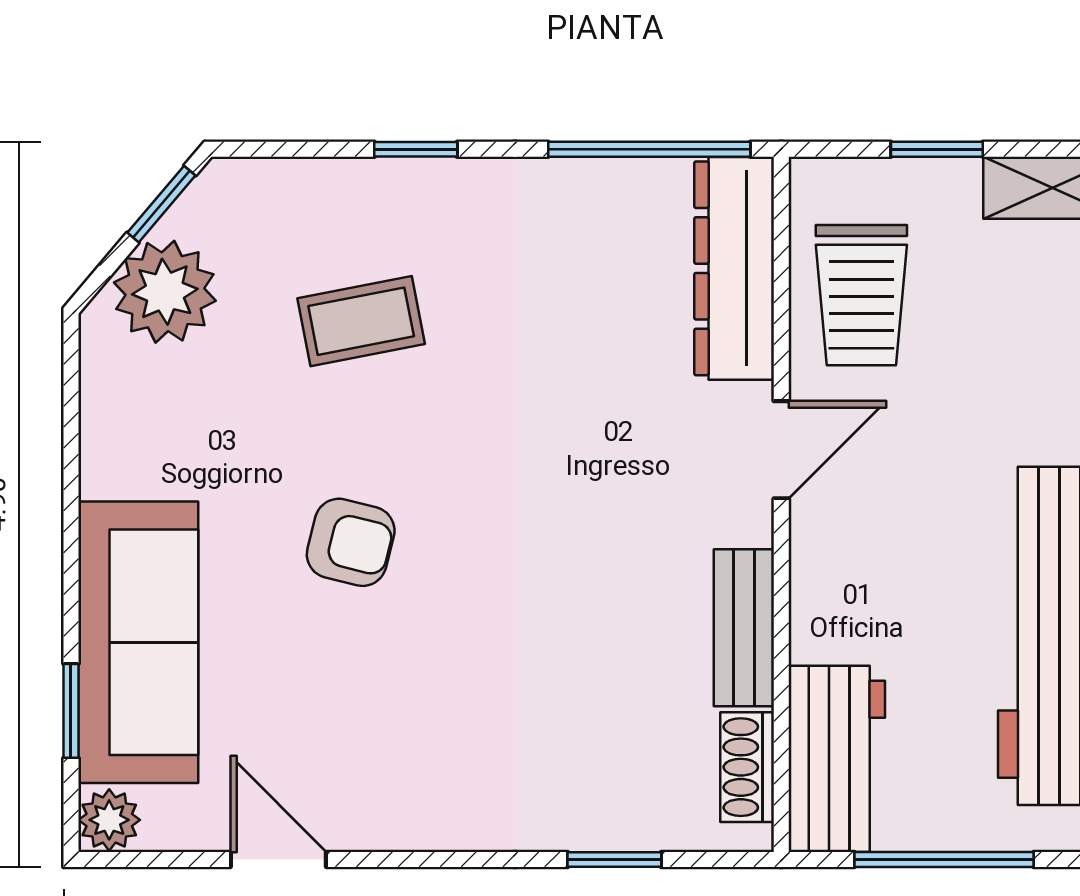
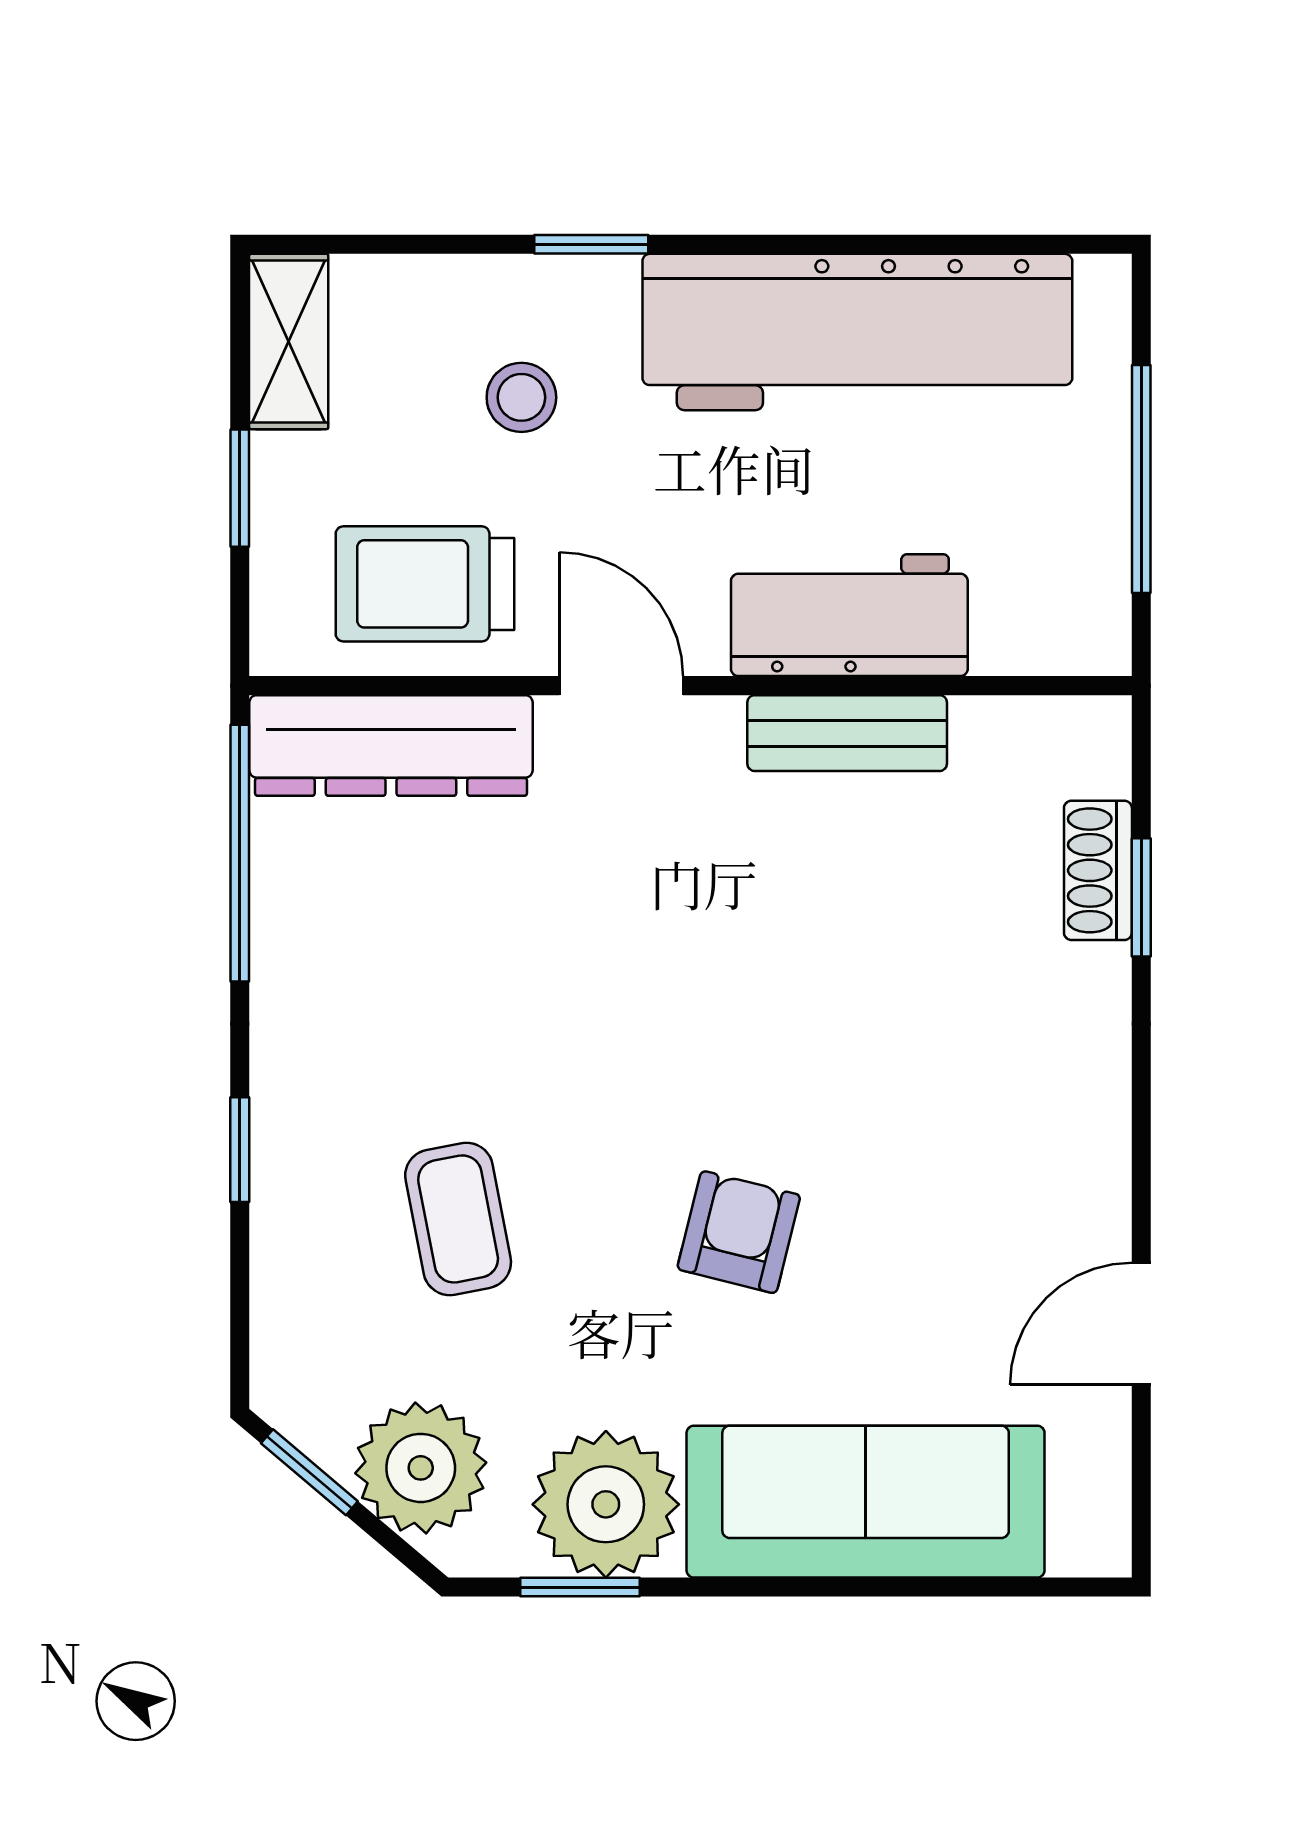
trolley: (861, 295) -> (425, 584), turned 180
stool: (1008, 371) -> (521, 397), added
window: (71, 711) -> (580, 1587), moved
workbench: (837, 759) -> (849, 615), moved
shoe rack: (747, 767) -> (1098, 870), moved, turned 90
plant: (109, 820) -> (606, 1504), moved, width x1.88, depth x1.88

